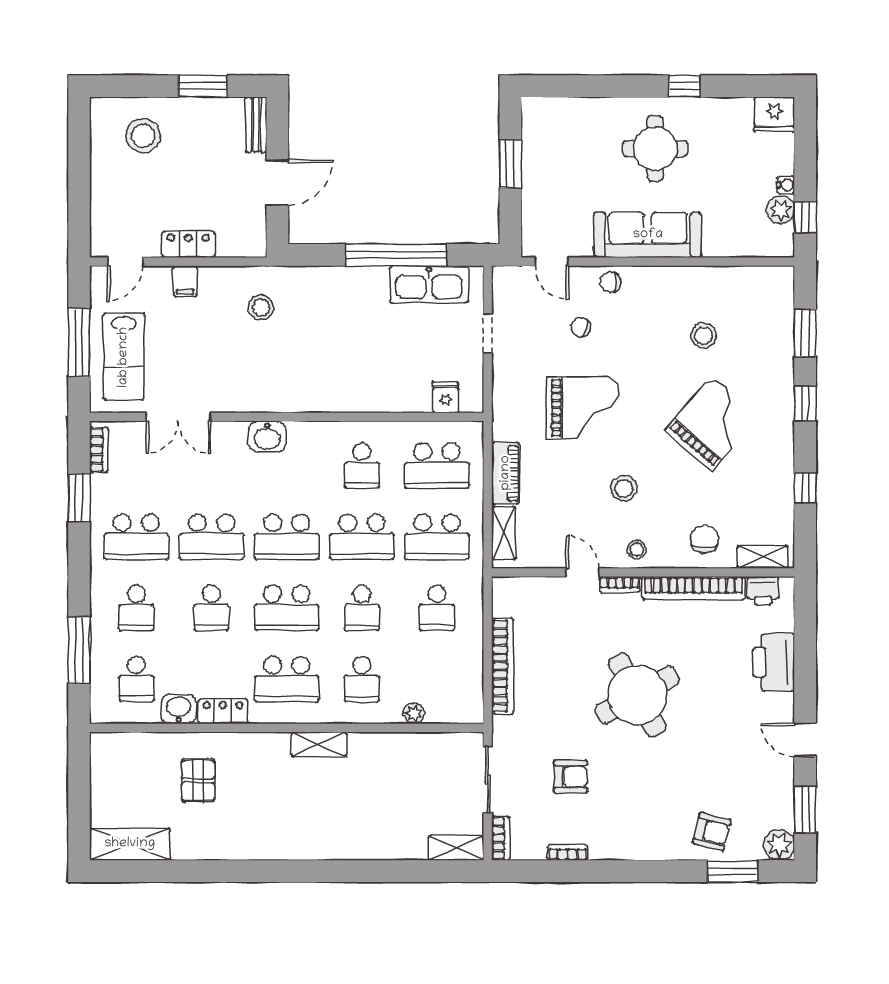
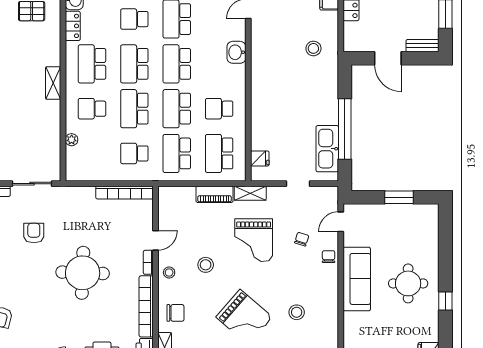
shelving: (504, 533) -> (250, 193), moved
school desk: (362, 608) -> (134, 109), width x1.85
bookcase: (503, 666) -> (124, 193), moved
round table: (637, 695) -> (83, 273), turned 31
armchair: (571, 777) -> (34, 233), turned 180

